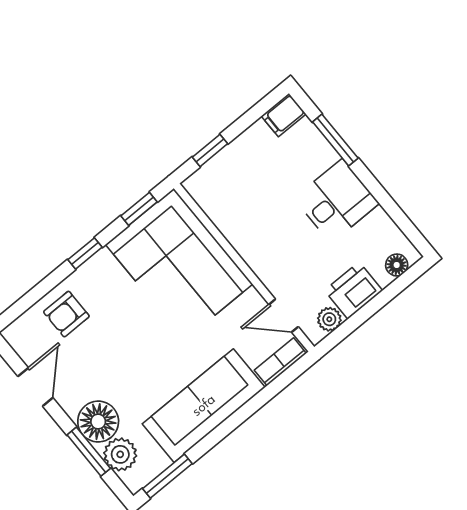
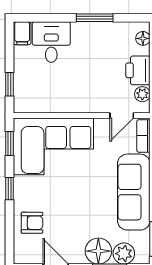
window: (335, 140) -> (95, 18), moved
desk: (337, 201) -> (51, 42), moved
armchair: (66, 314) -> (32, 223), turned -90

